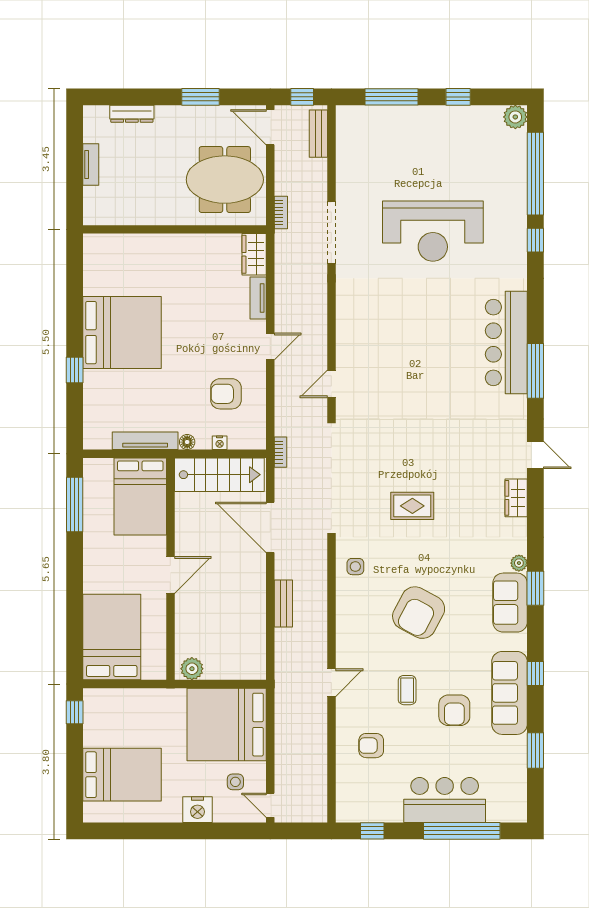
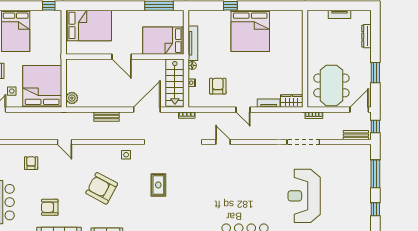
plant: (192, 669) -> (72, 98), moved
coffee table: (407, 690) -> (61, 182), removed

